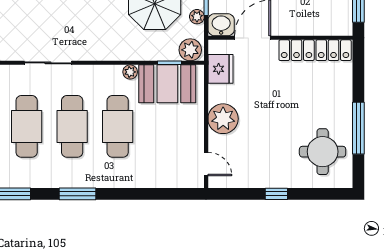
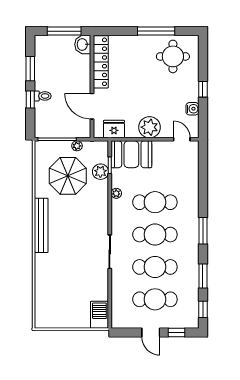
washbasin: (221, 25) -> (83, 44), moved
plant: (190, 50) -> (100, 172), moved
booth: (167, 84) -> (131, 154), moved, turned 90
door: (206, 164) -> (182, 139), hinge flipped
water cooler: (249, 179) -> (192, 109), added

